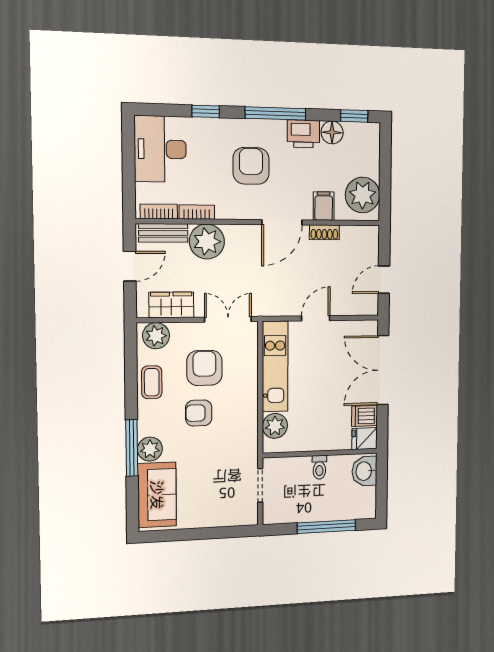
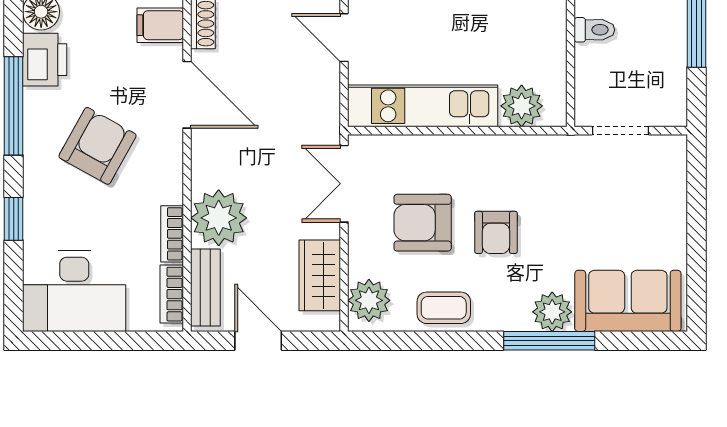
armchair: (251, 166) -> (97, 146), turned 119

